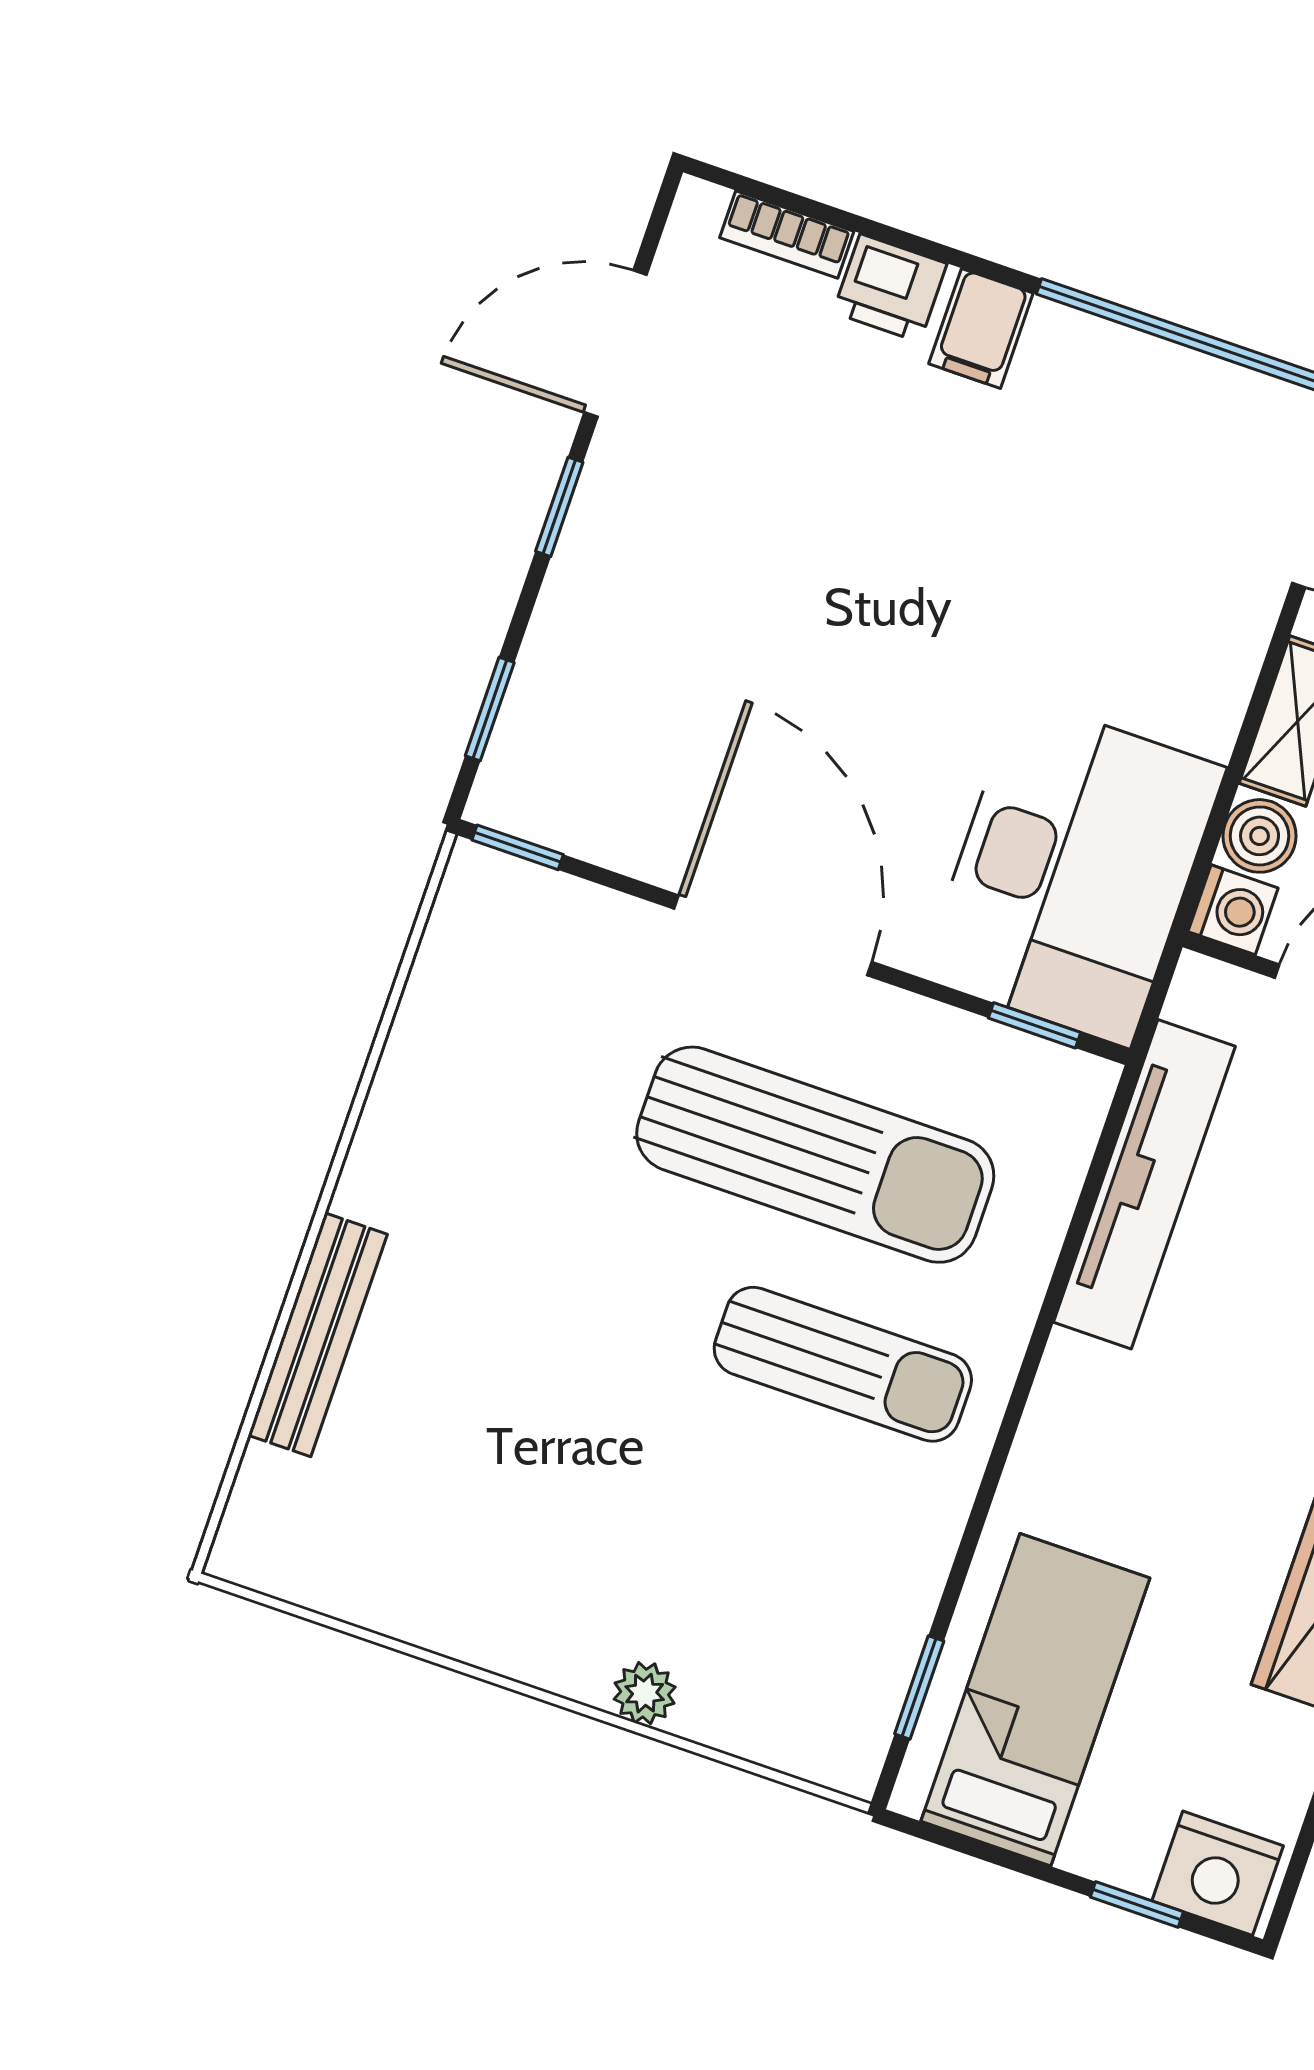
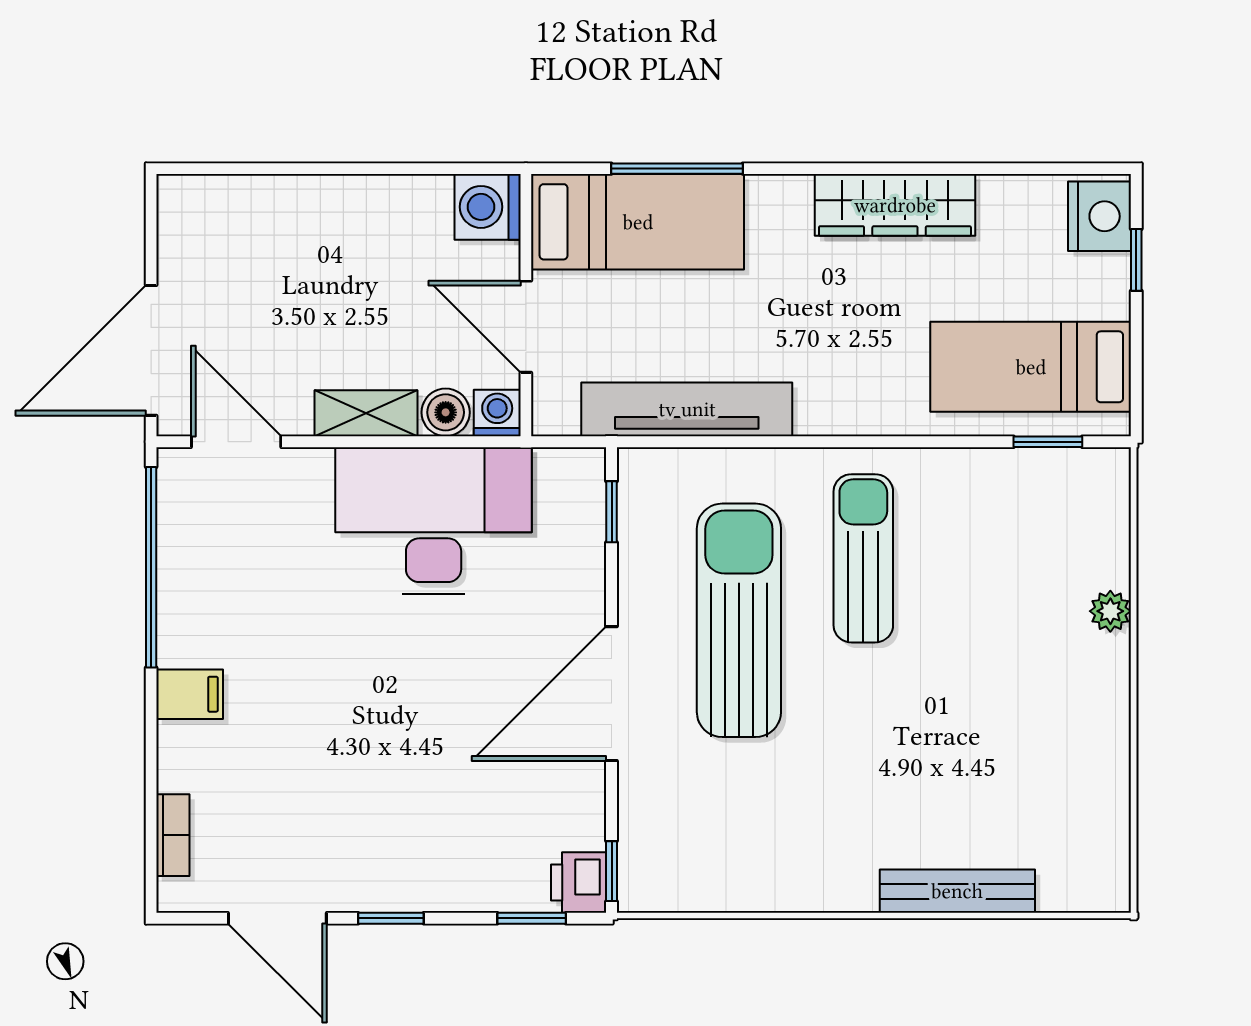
printer: (890, 288) -> (579, 883), moved, turned 180
desk: (1073, 872) -> (434, 521), moved

